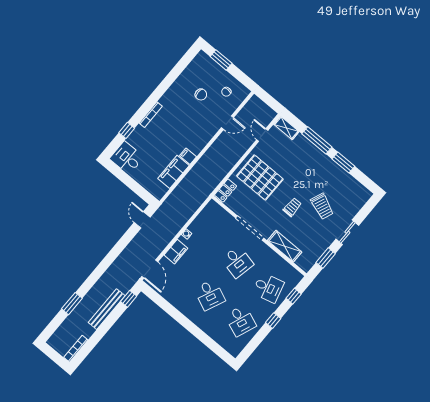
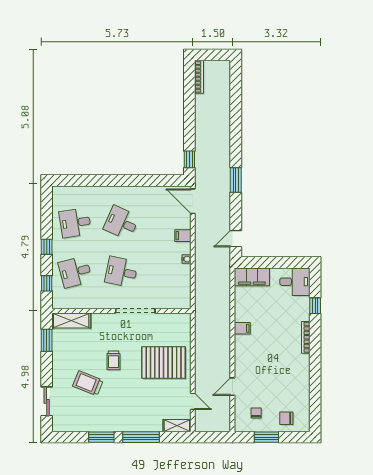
window: (221, 60) -> (266, 437), moved
chair: (201, 95) -> (286, 418), moved
filing cabinet: (173, 172) -> (252, 277), moved, turned 90
locker: (225, 191) -> (184, 326), removed
door: (142, 220) -> (236, 239), swing flipped
sliding door: (347, 232) -> (47, 401), moved
shelving: (285, 246) -> (71, 320), moved
filing cabinet: (176, 252) -> (183, 236), width x0.50
window: (72, 304) -> (236, 180), moved
bench: (107, 309) -> (201, 134), removed
desk: (241, 321) -> (75, 223), turned -30

